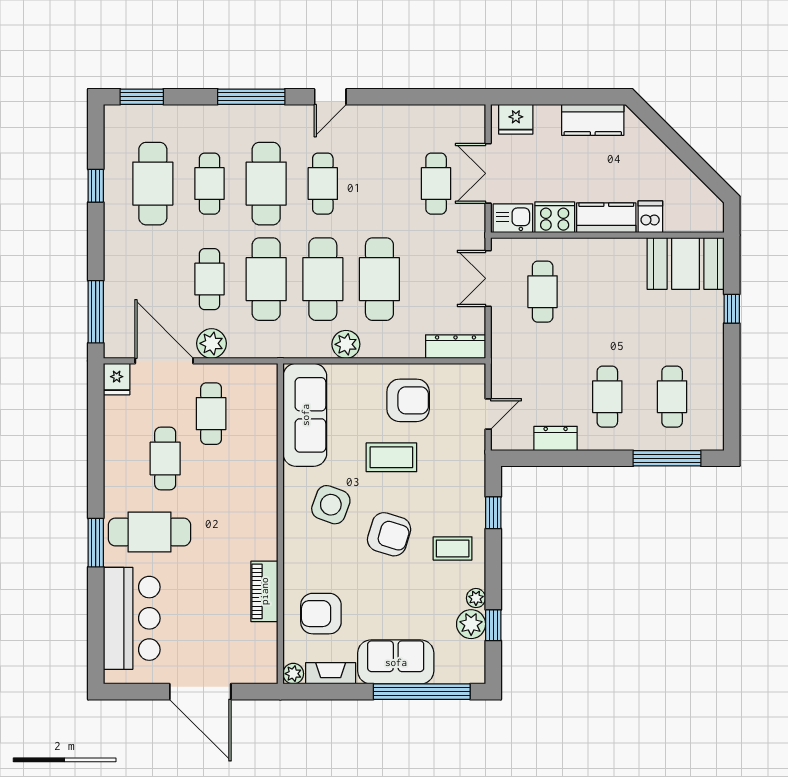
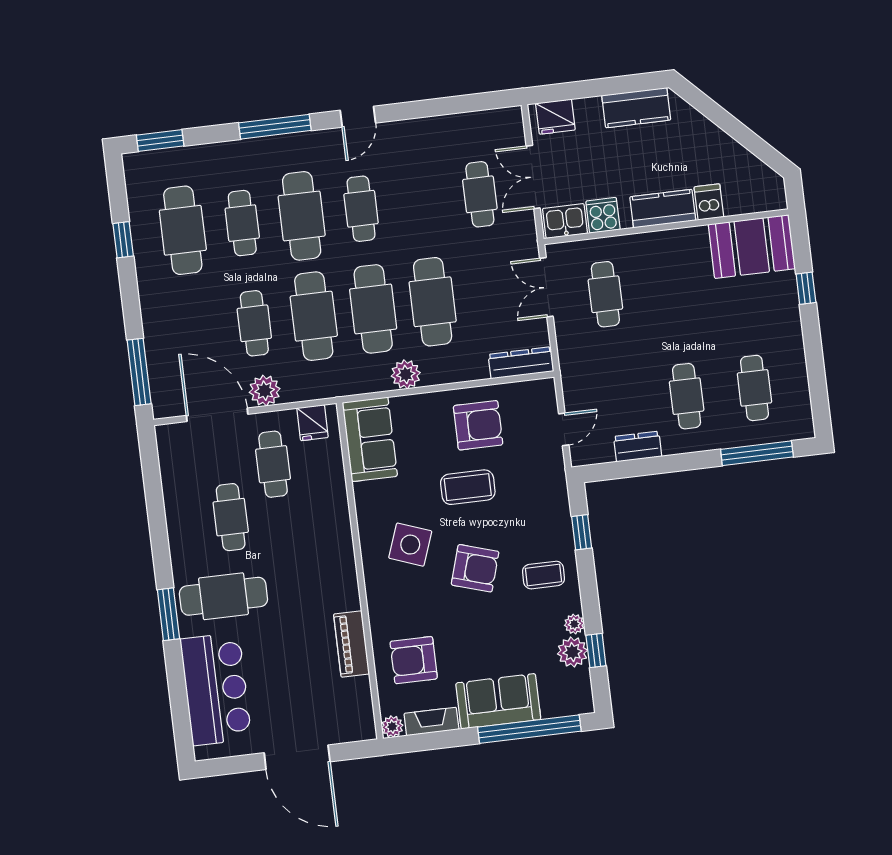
cooker: (555, 217) -> (603, 215), width x0.73
fridge: (117, 379) -> (313, 423), moved
sofa: (305, 415) -> (370, 439), width x0.73

